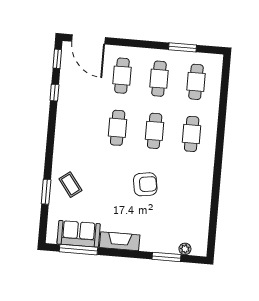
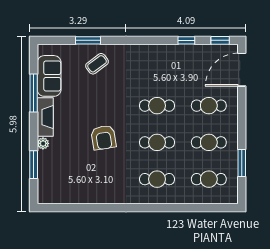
plant: (185, 249) -> (43, 143), moved
window: (78, 250) -> (34, 93), moved

